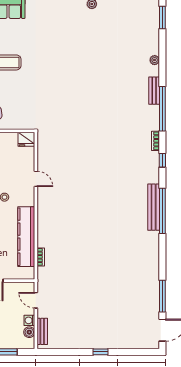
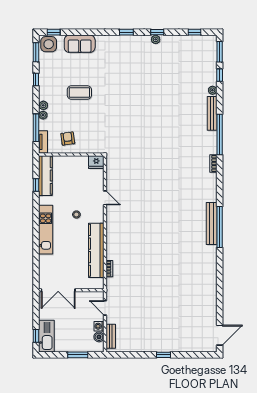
bench: (154, 91) -> (212, 113), width x1.36
window: (162, 160) -> (220, 75), moved
window: (162, 296) -> (220, 304), removed

